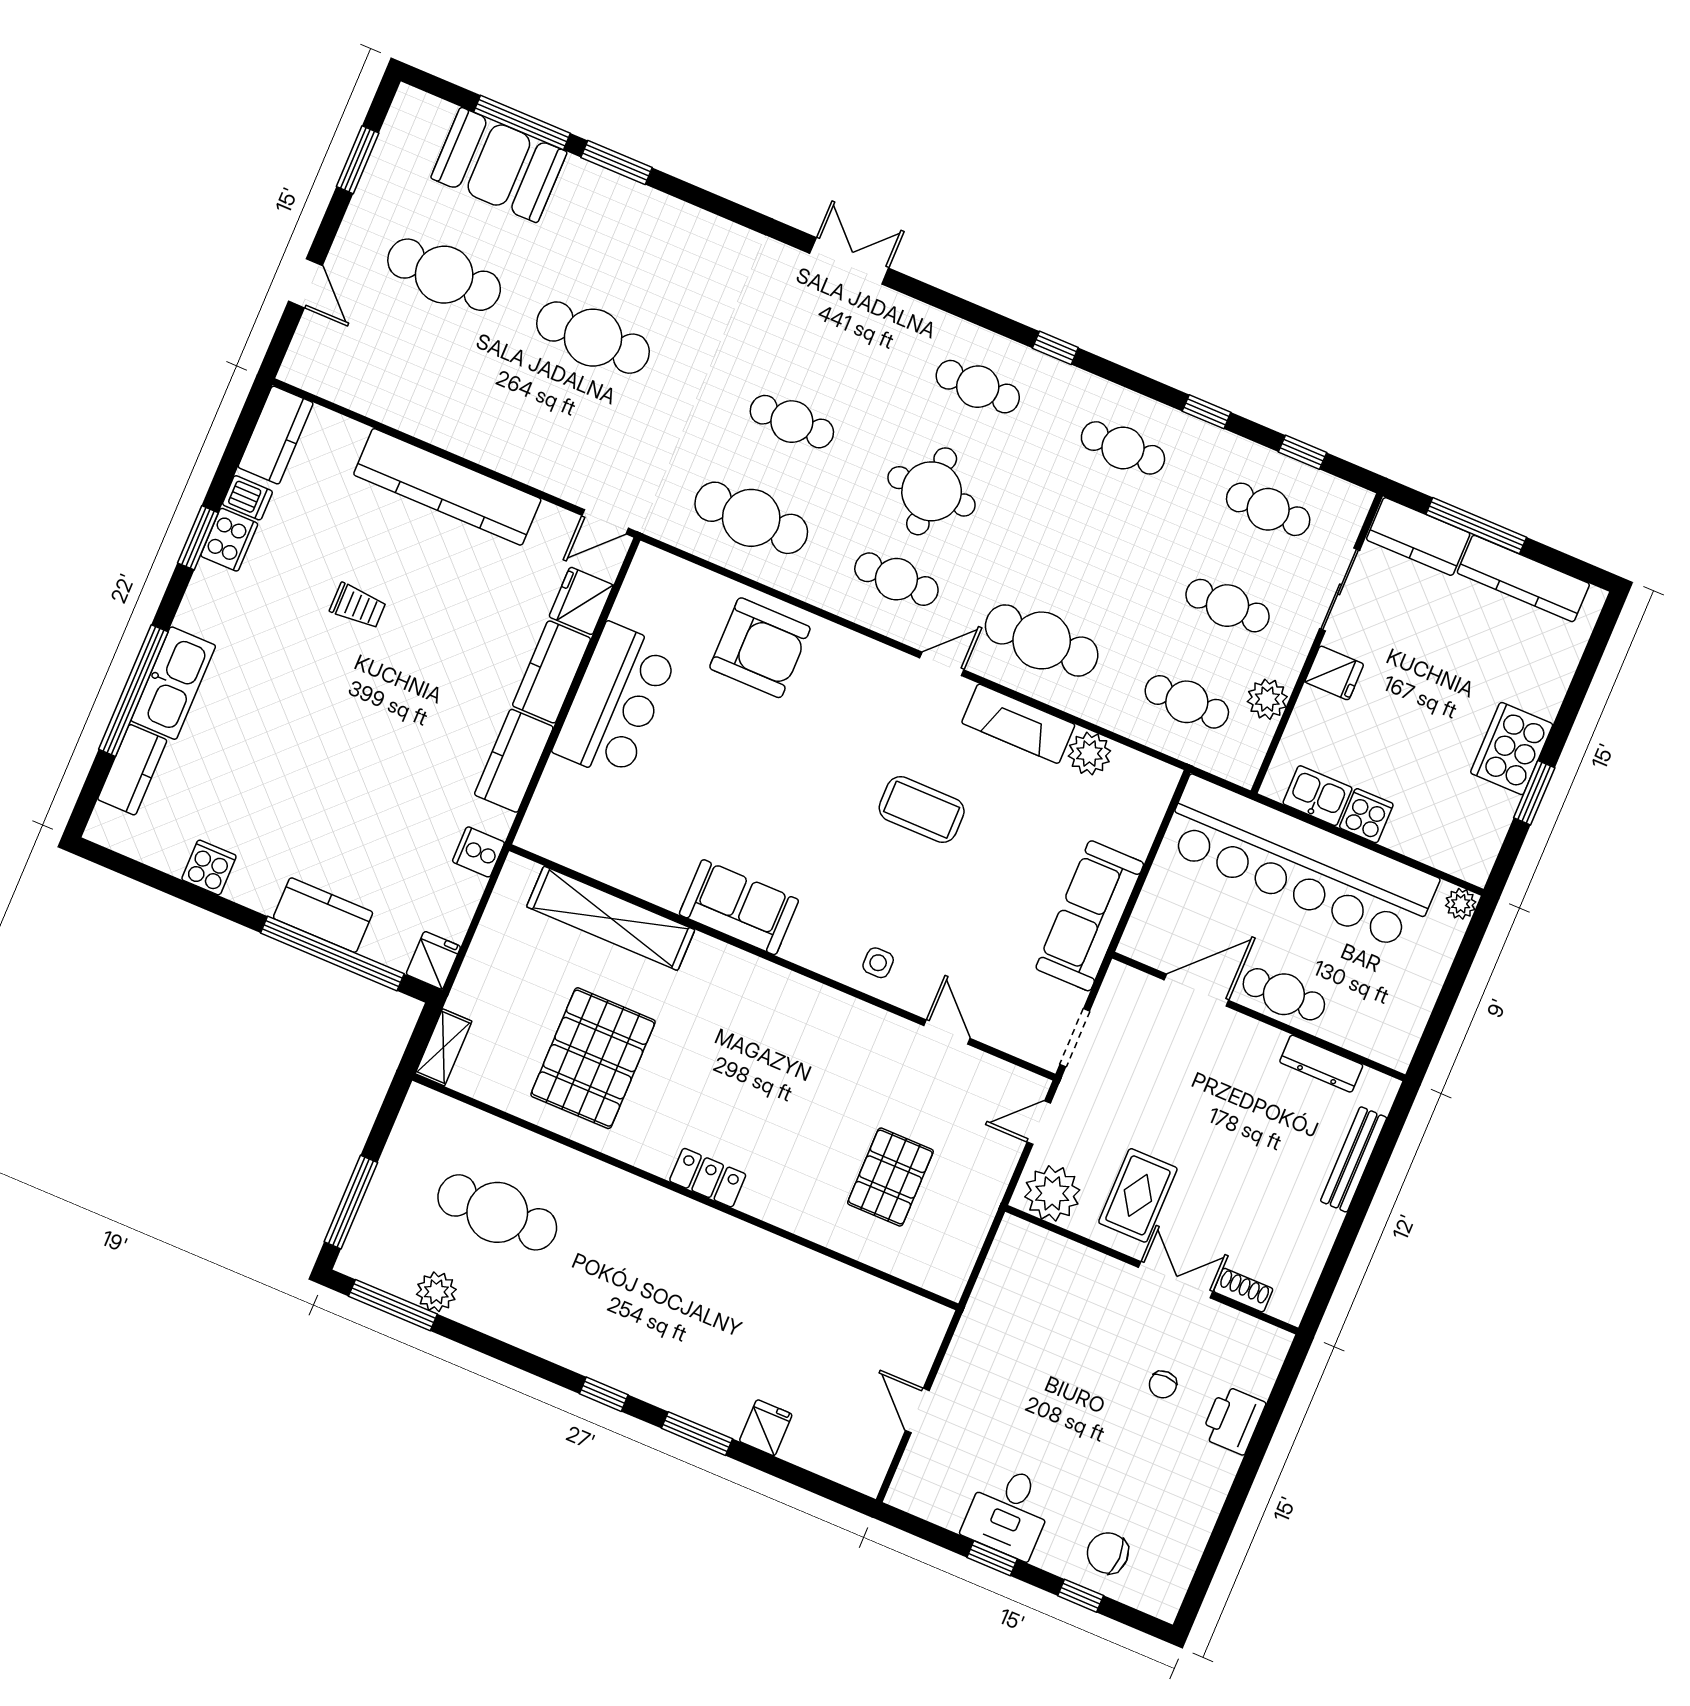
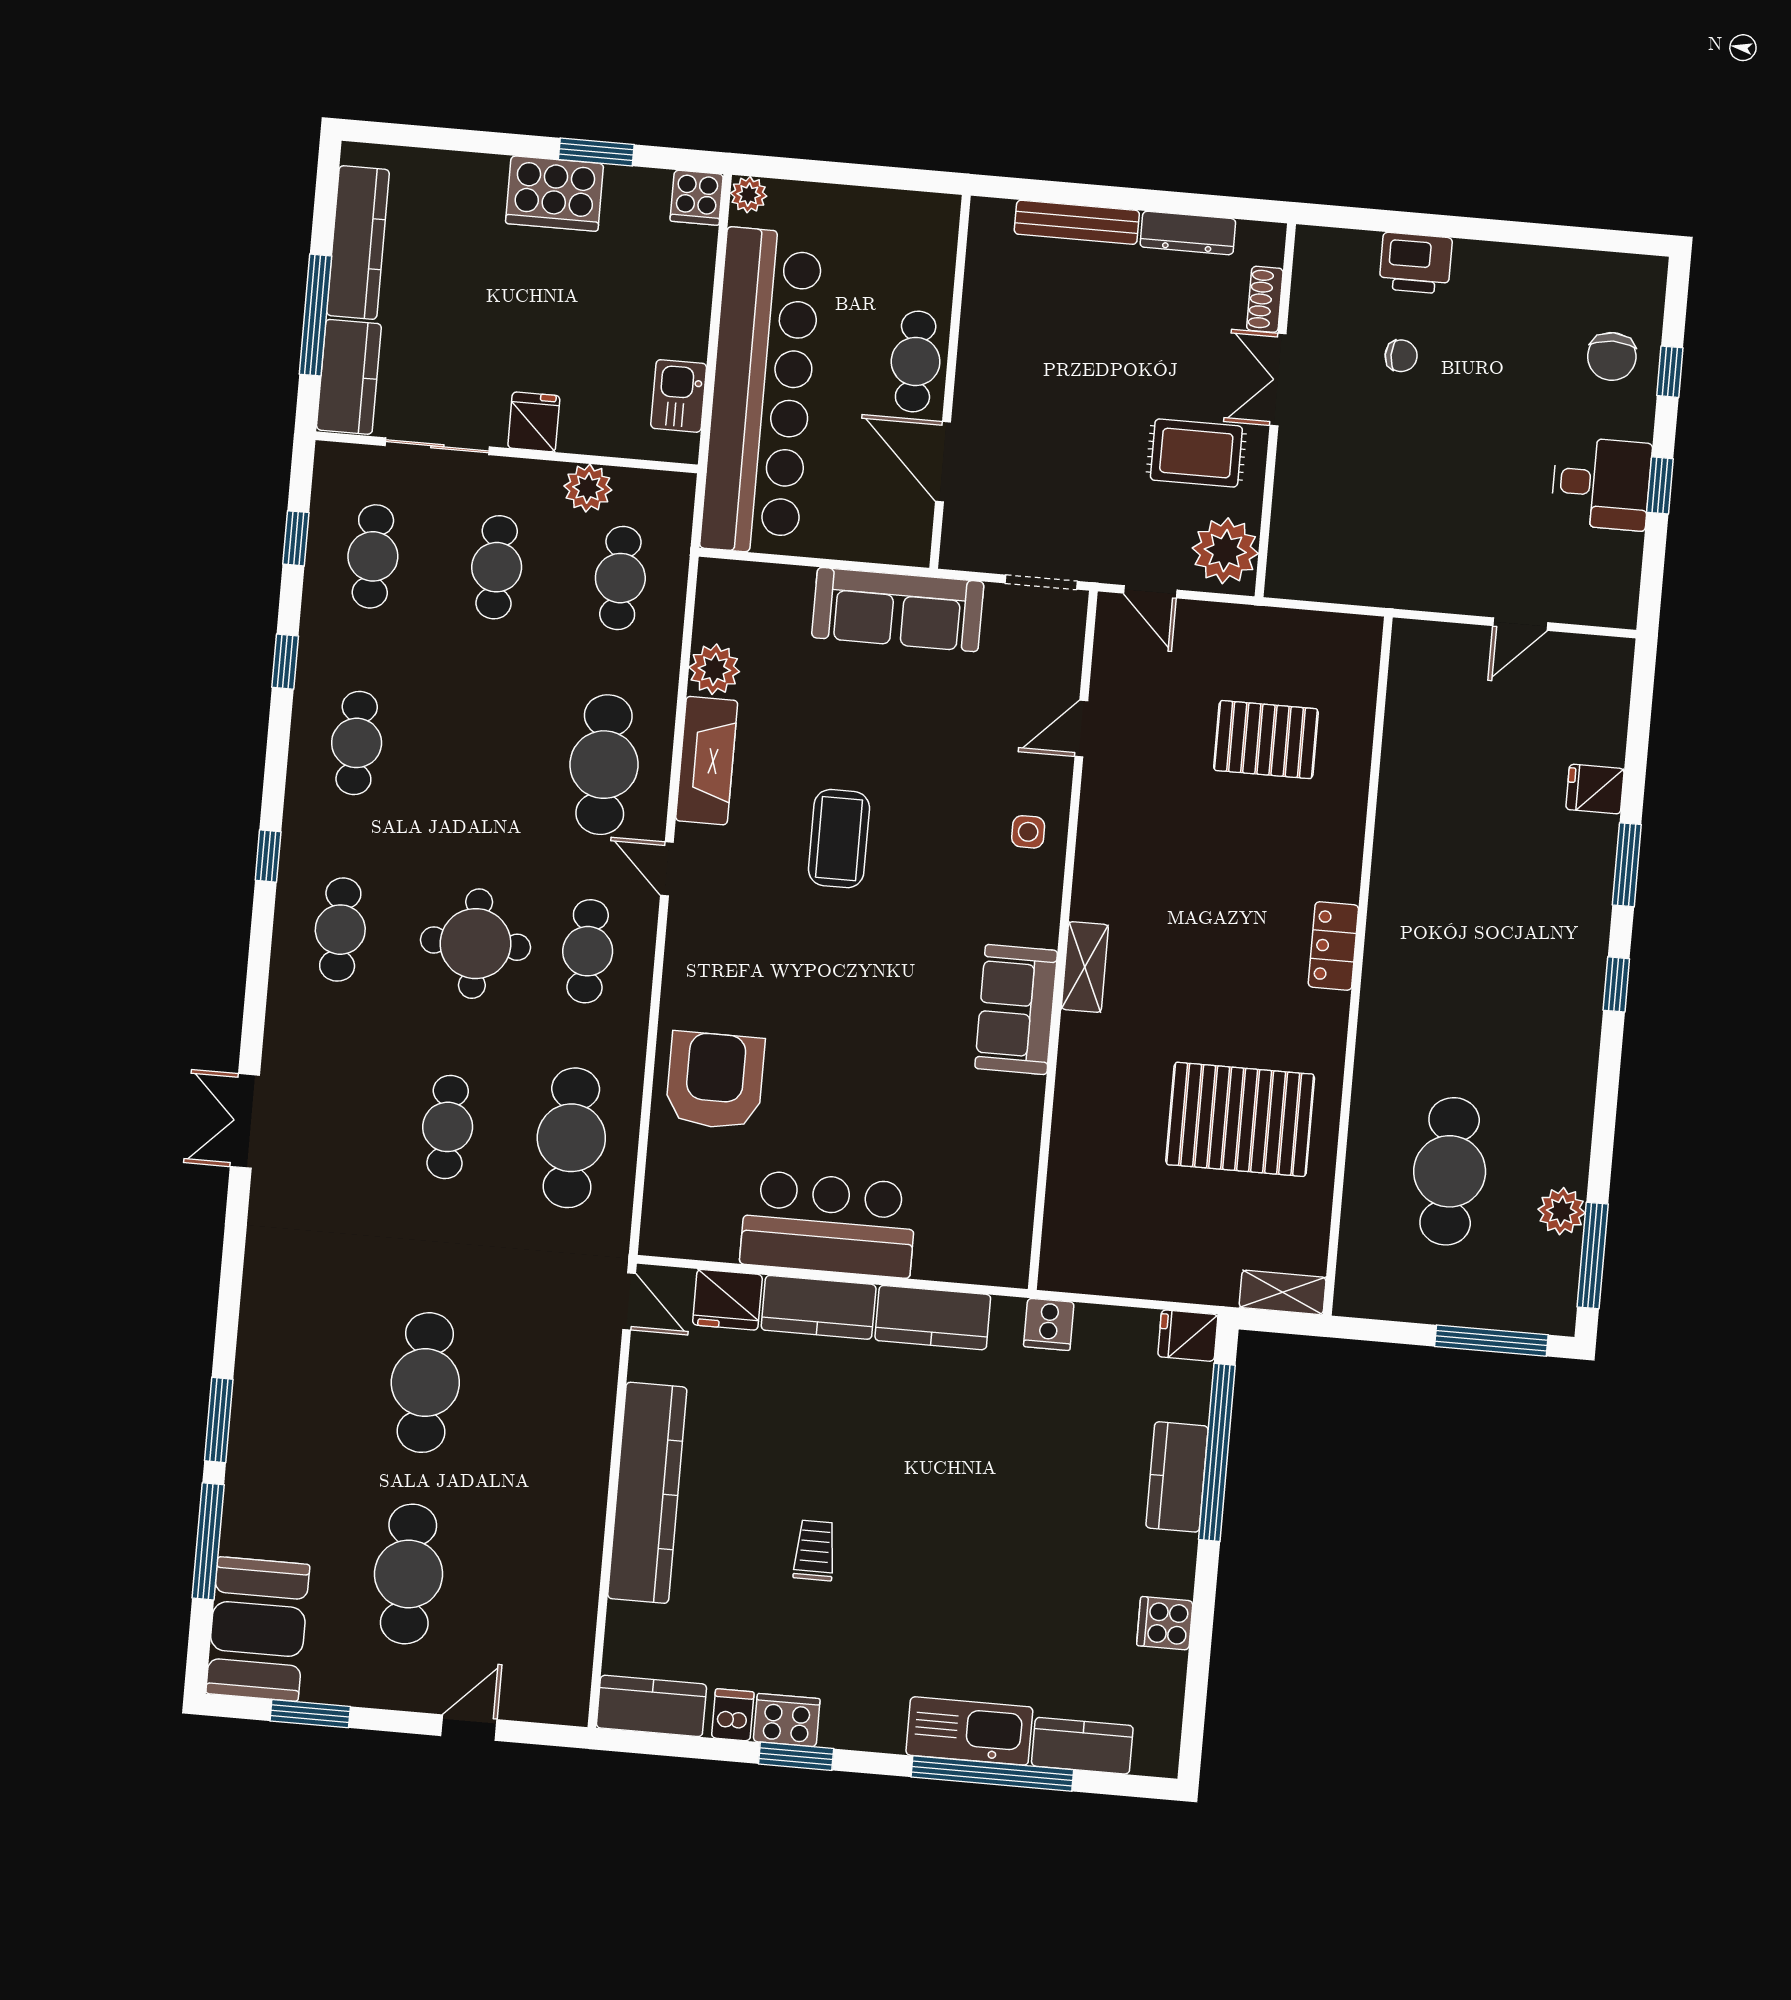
booth: (499, 165) -> (258, 1629), moved
cooker: (1366, 816) -> (697, 198), moved, turned -90
shelving: (611, 918) -> (1085, 967), moved, width x0.45, depth x0.75
dresser: (1321, 1064) -> (1188, 233), moved, turned 90

